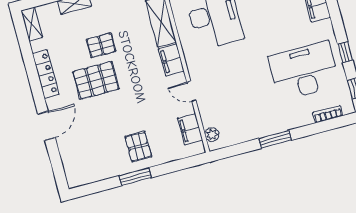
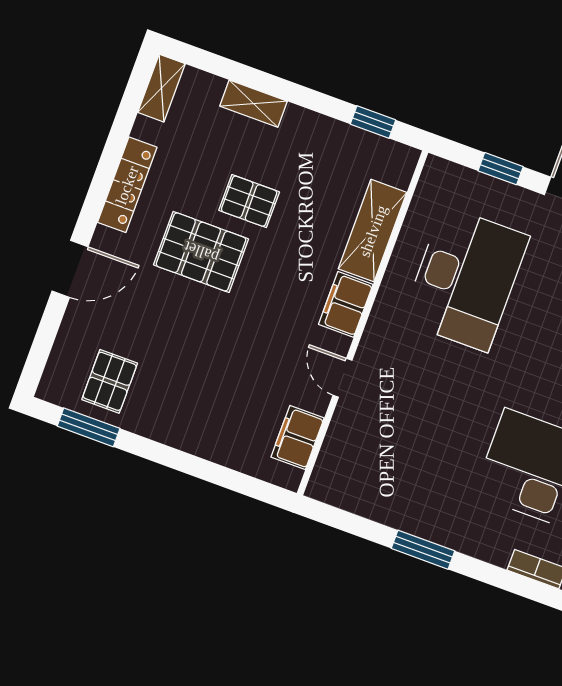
plant: (212, 135) -> (327, 471), removed
pallet: (138, 147) -> (110, 381), moved
window: (135, 177) -> (89, 427), moved

